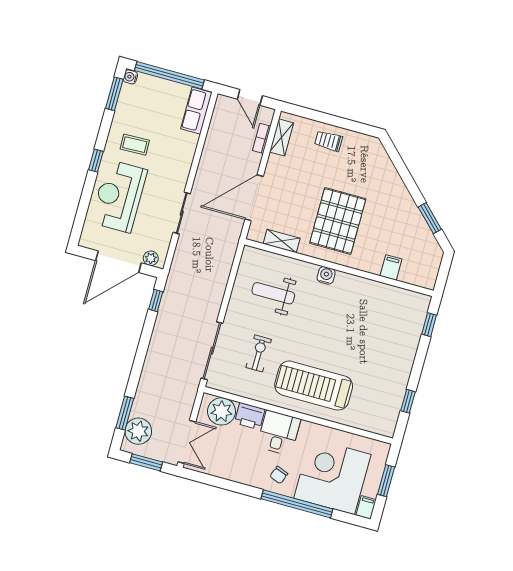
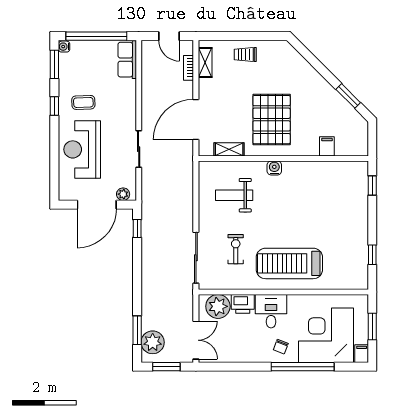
window: (96, 161) -> (54, 106), moved

